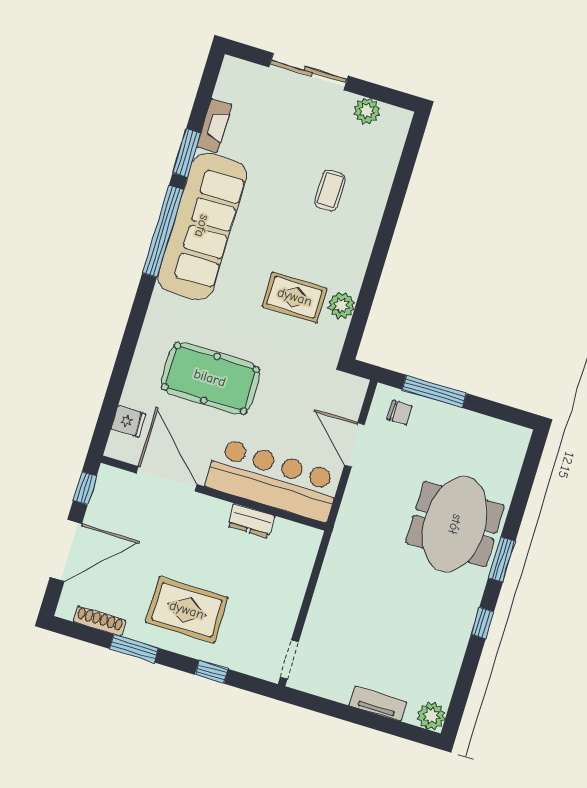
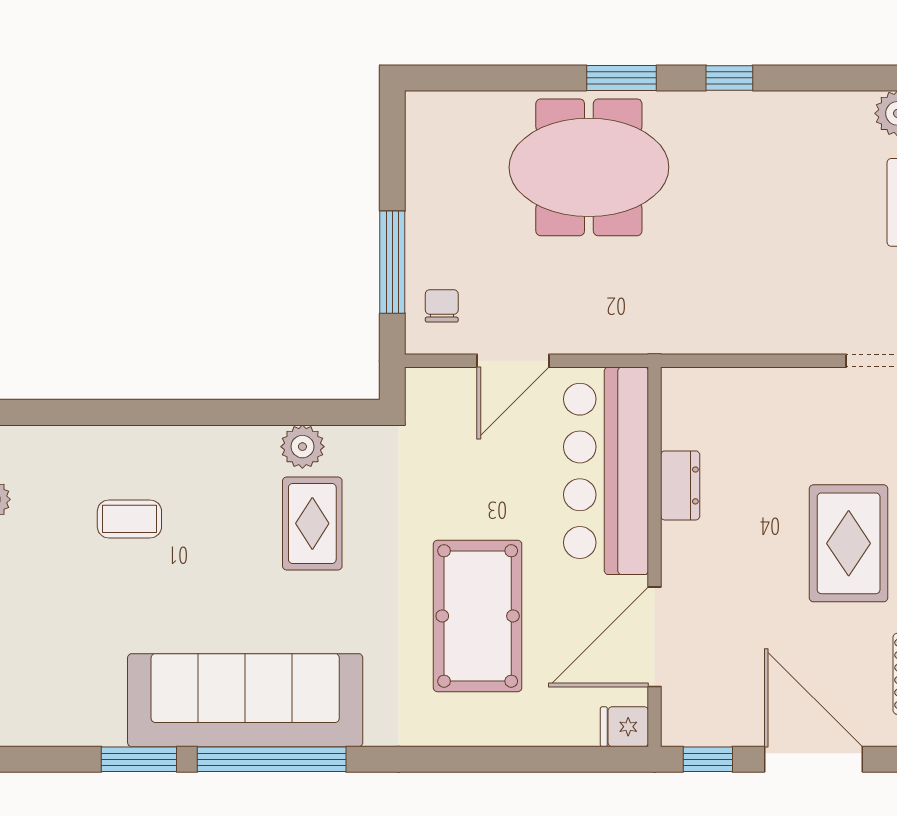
fireplace: (214, 126) -> (83, 729), removed
fridge: (129, 421) -> (624, 727), moved, turned -90

